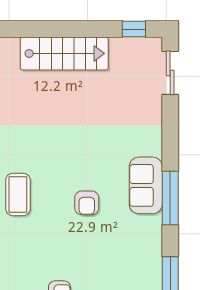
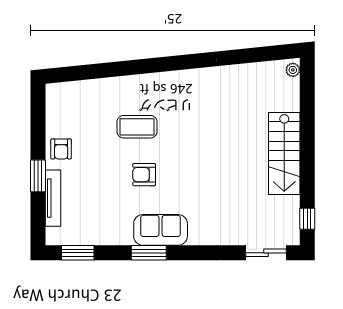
coffee table: (18, 194) -> (137, 127), moved
window: (170, 198) -> (149, 253), width x0.69

